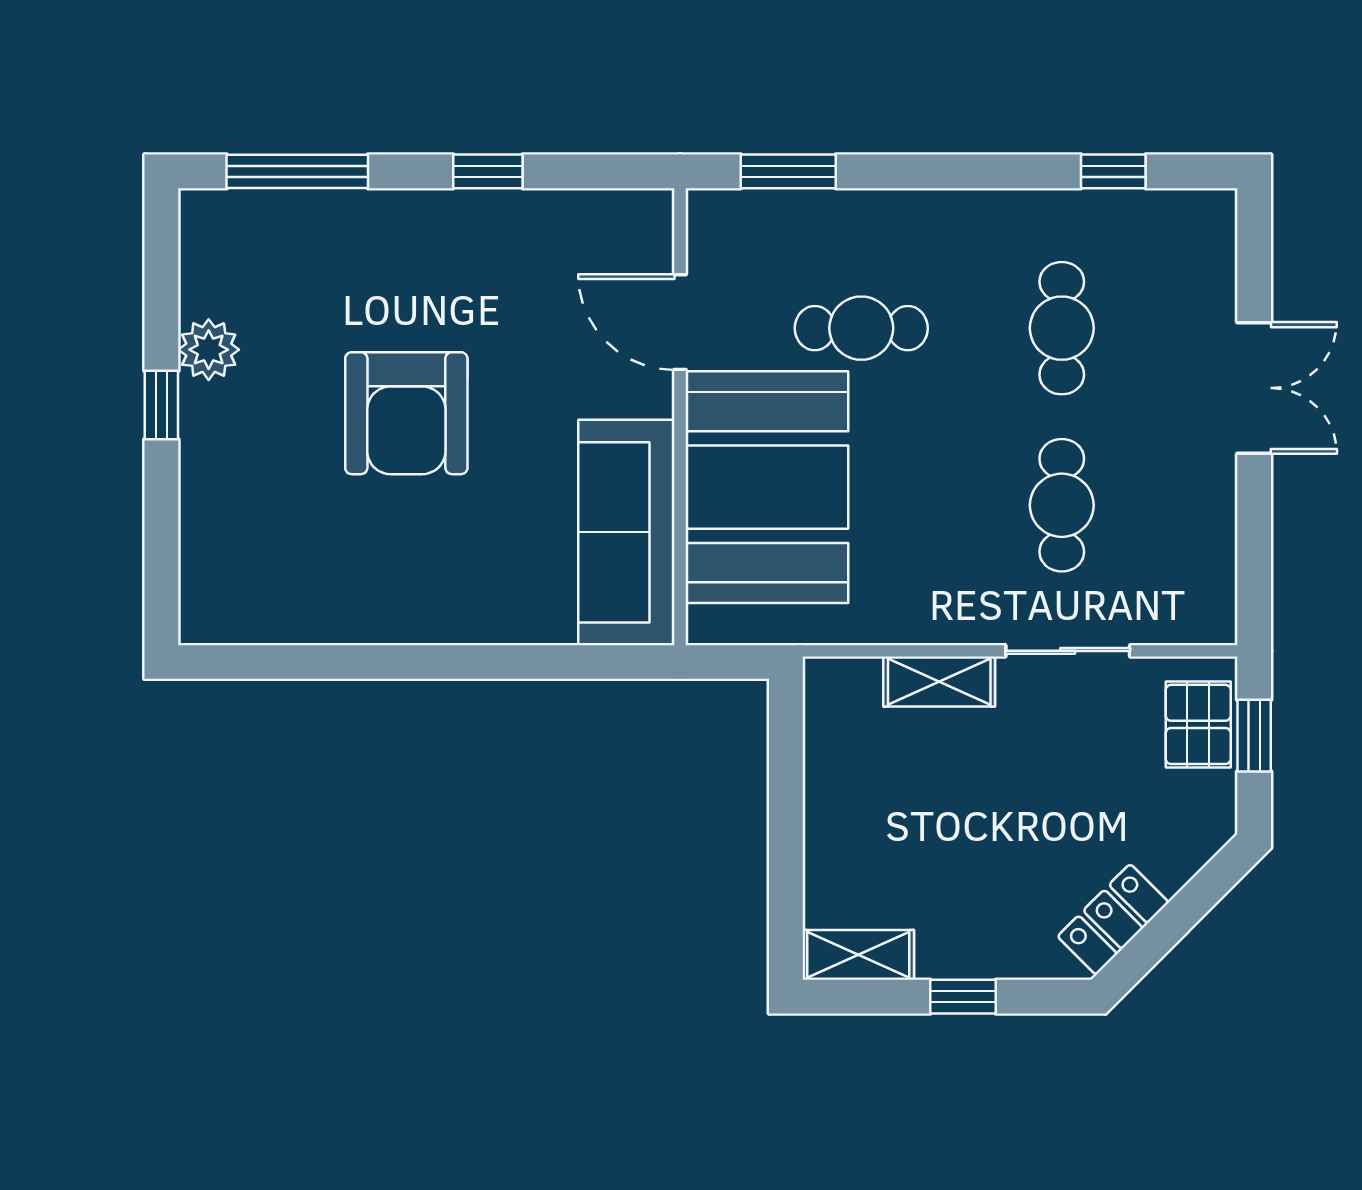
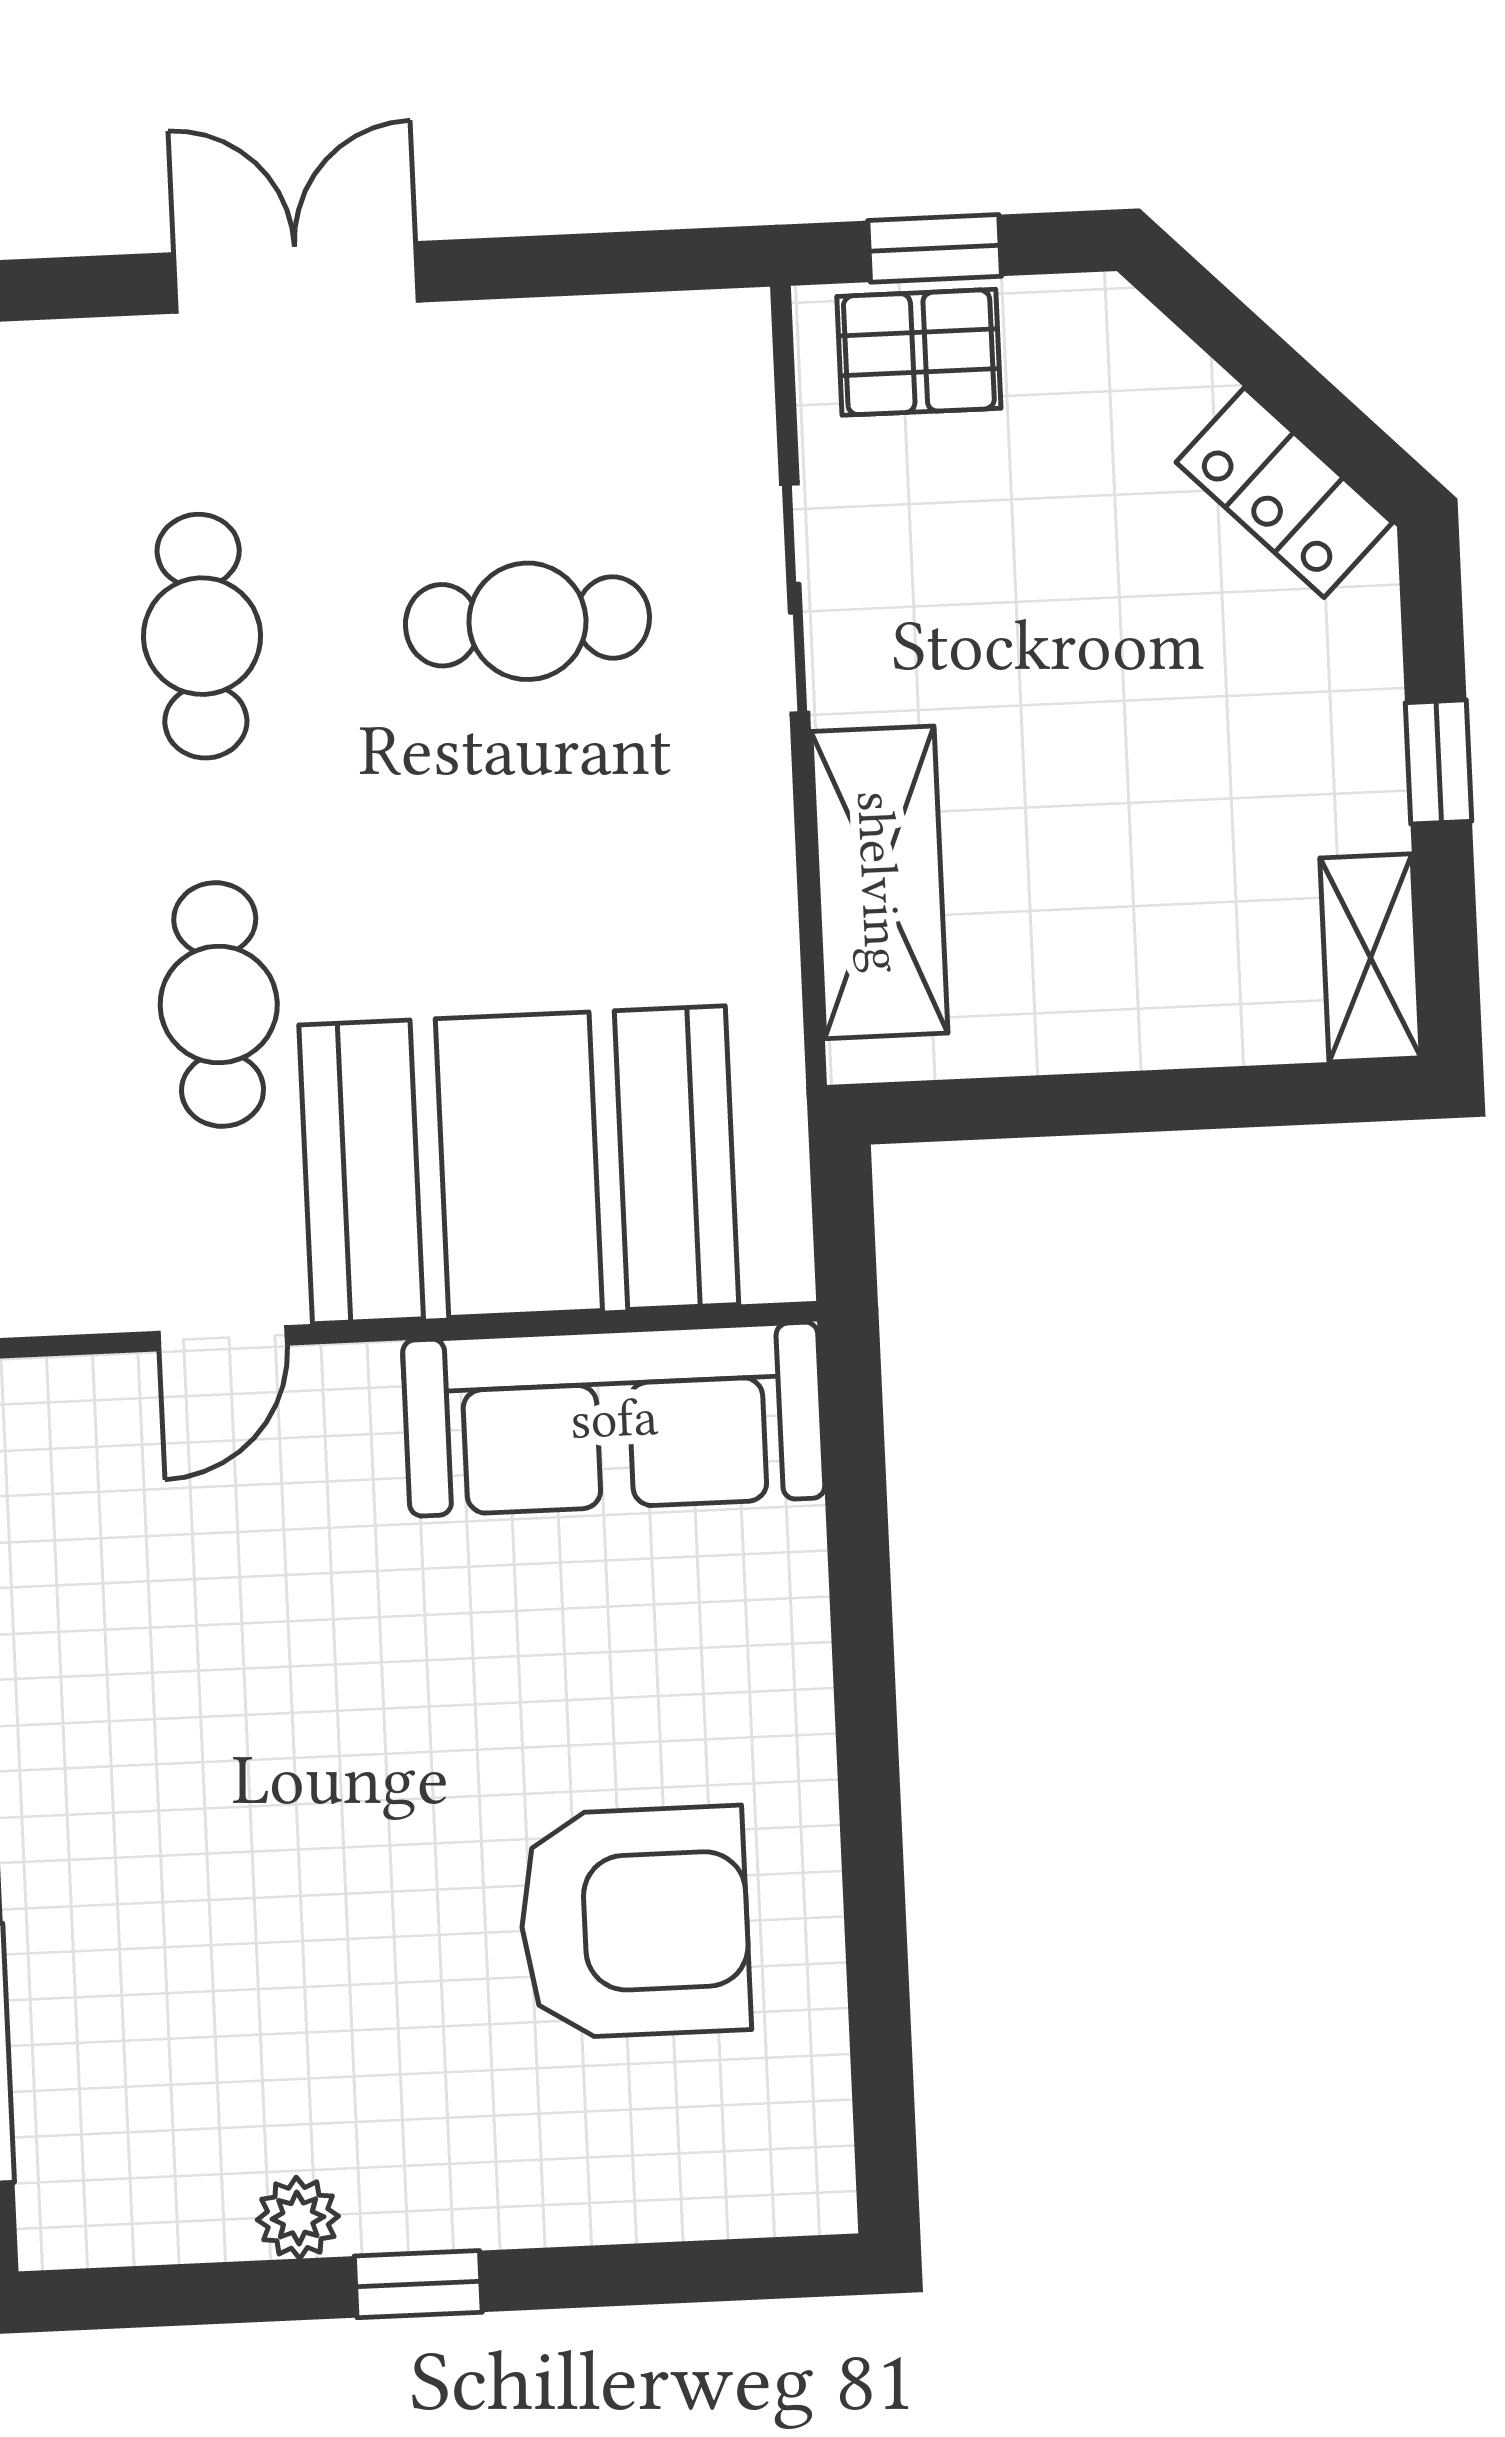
door: (680, 322) -> (223, 1338), width x0.73
cafe table: (1062, 328) -> (202, 636), turned 90
plant: (209, 350) -> (298, 2218), width x0.73, depth x0.73
armchair: (406, 413) -> (634, 1922), moved
shelving: (939, 682) -> (879, 882), width x1.50, depth x1.33

